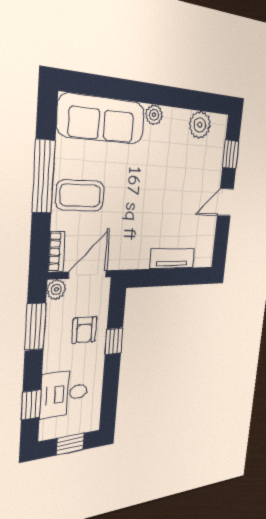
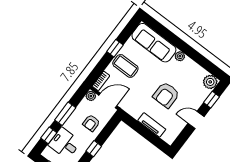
plant: (200, 125) -> (210, 82), moved
window: (44, 176) -> (115, 48), width x0.46
armchair: (167, 196) -> (166, 95), added
window: (35, 327) -> (65, 114), moved
window: (114, 341) -> (94, 149), moved

